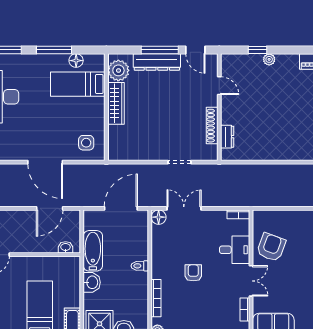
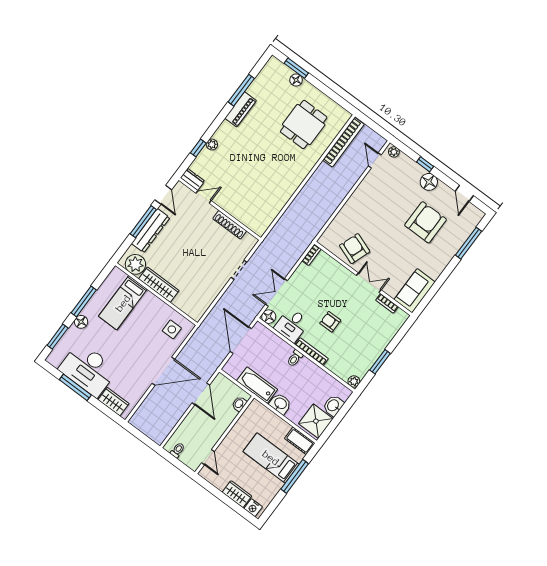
door: (195, 50) -> (163, 195), hinge flipped
floor lamp: (76, 61) -> (81, 322), moved
dresser: (227, 137) -> (193, 179), moved
desk: (235, 250) -> (292, 325), moved, turned 180
bookcase: (156, 298) -> (312, 352), moved

